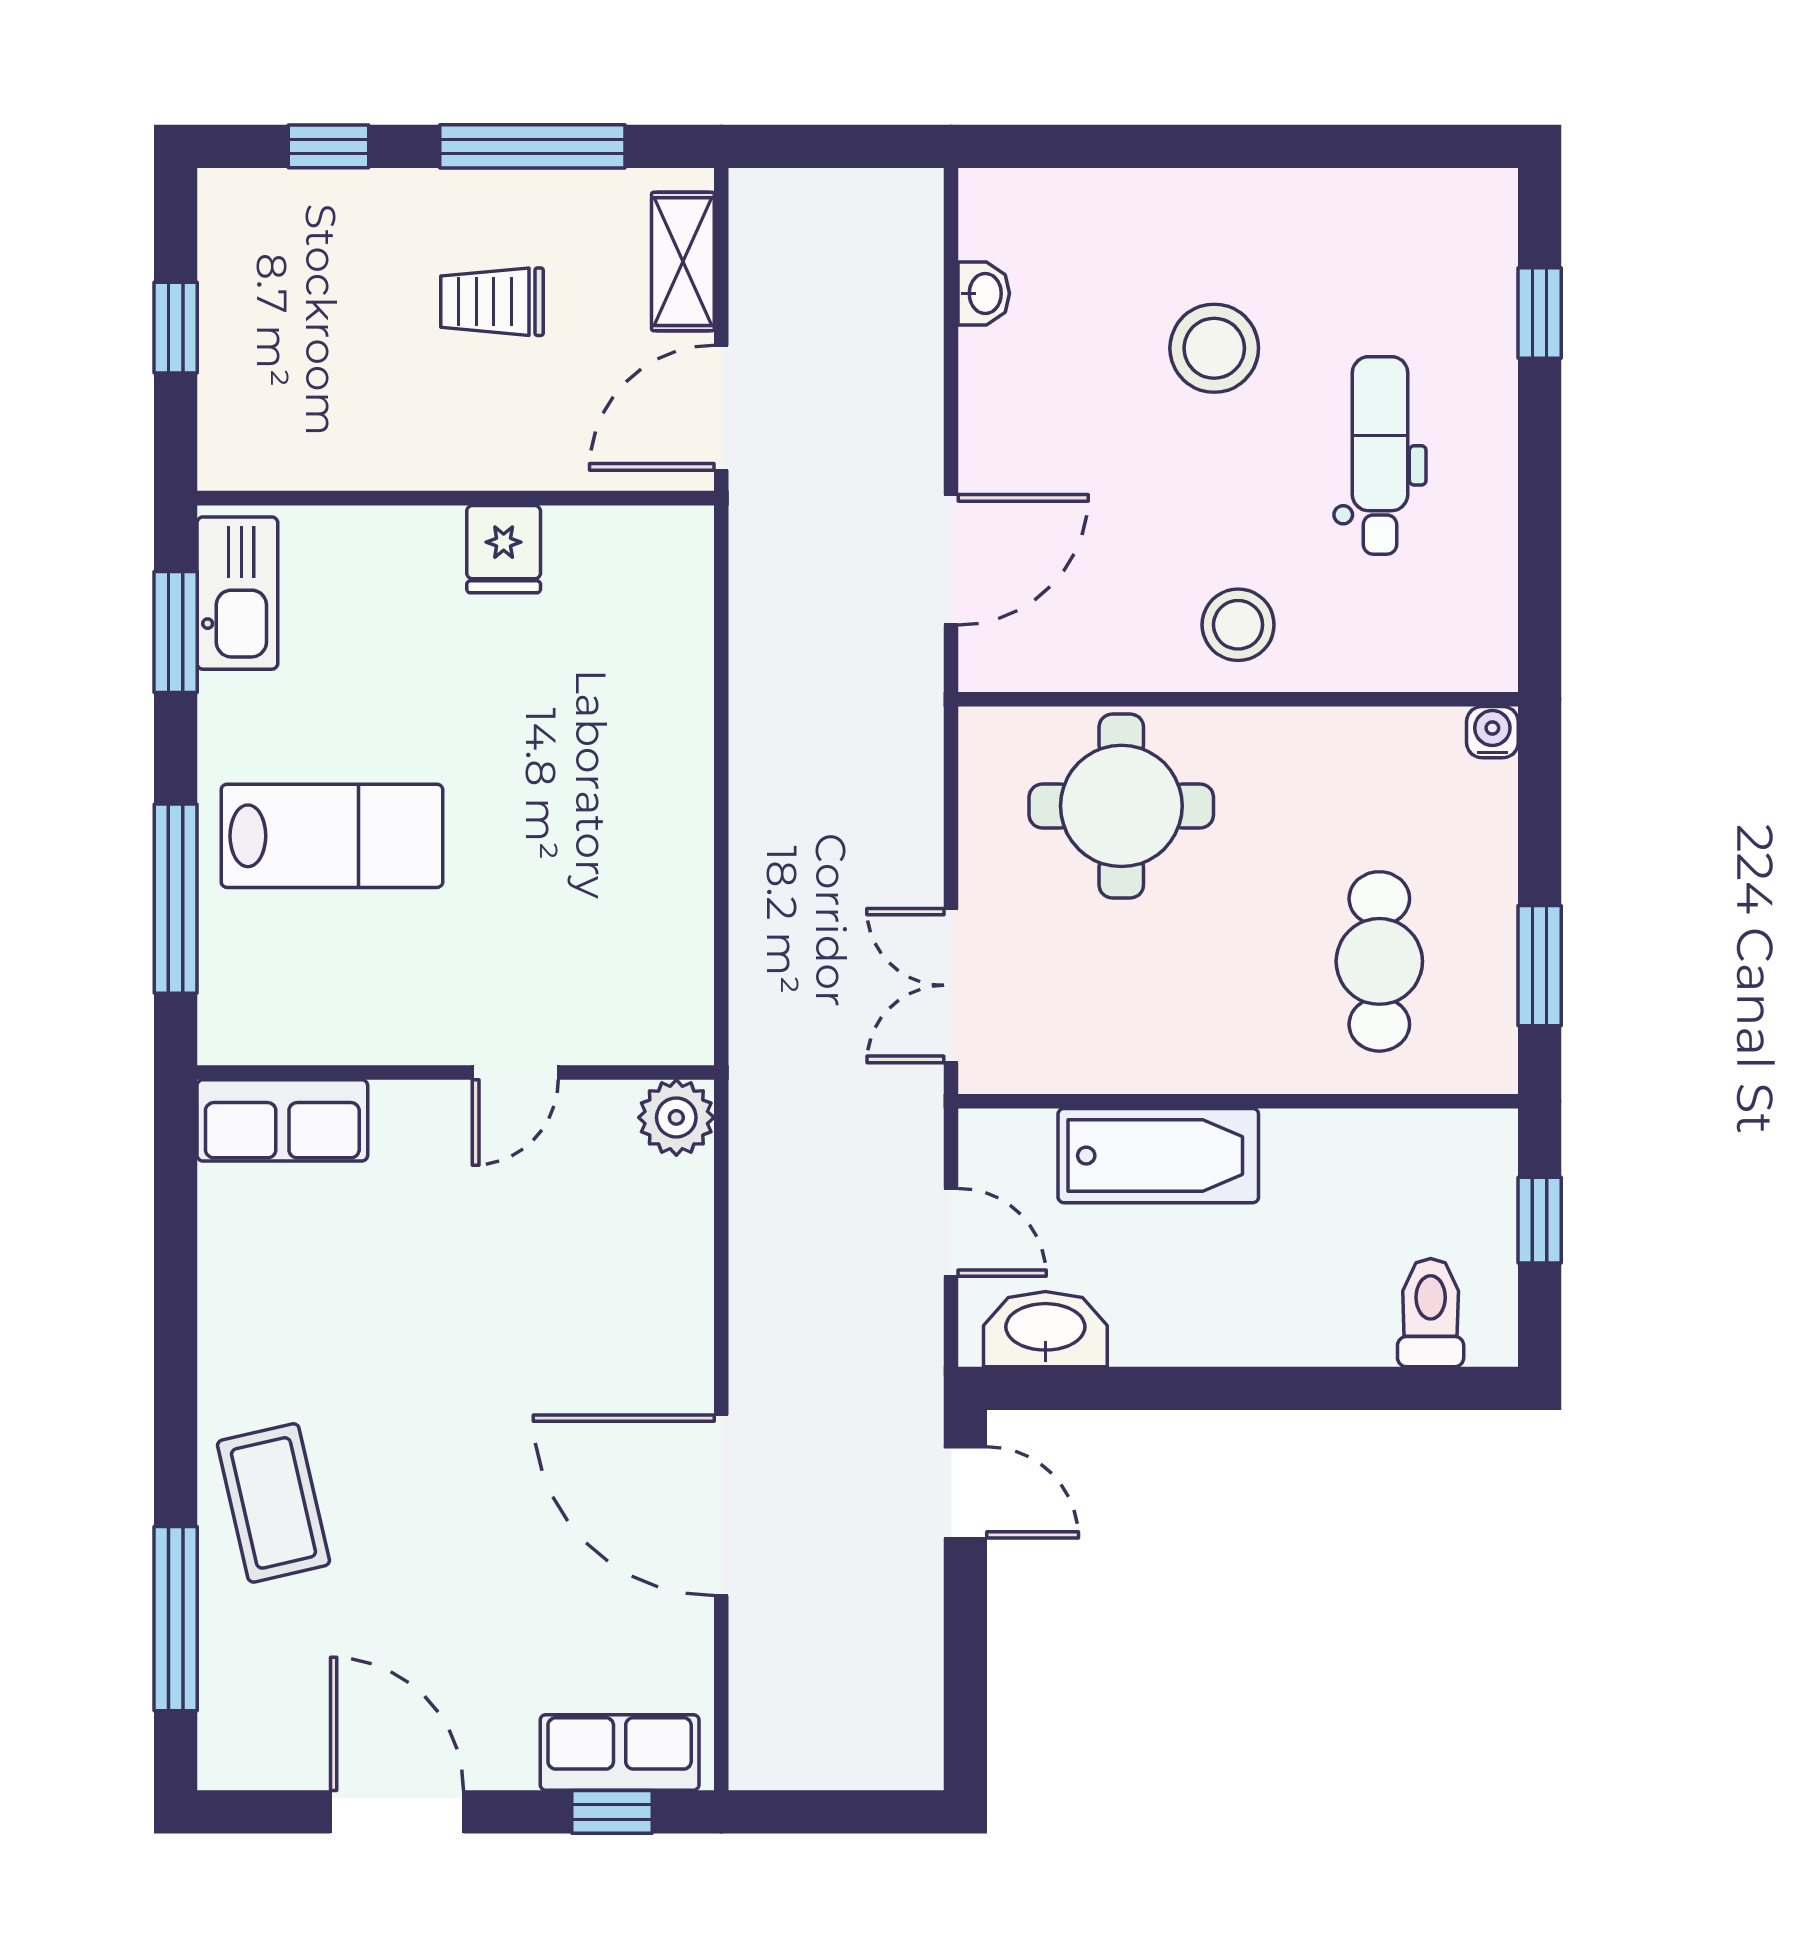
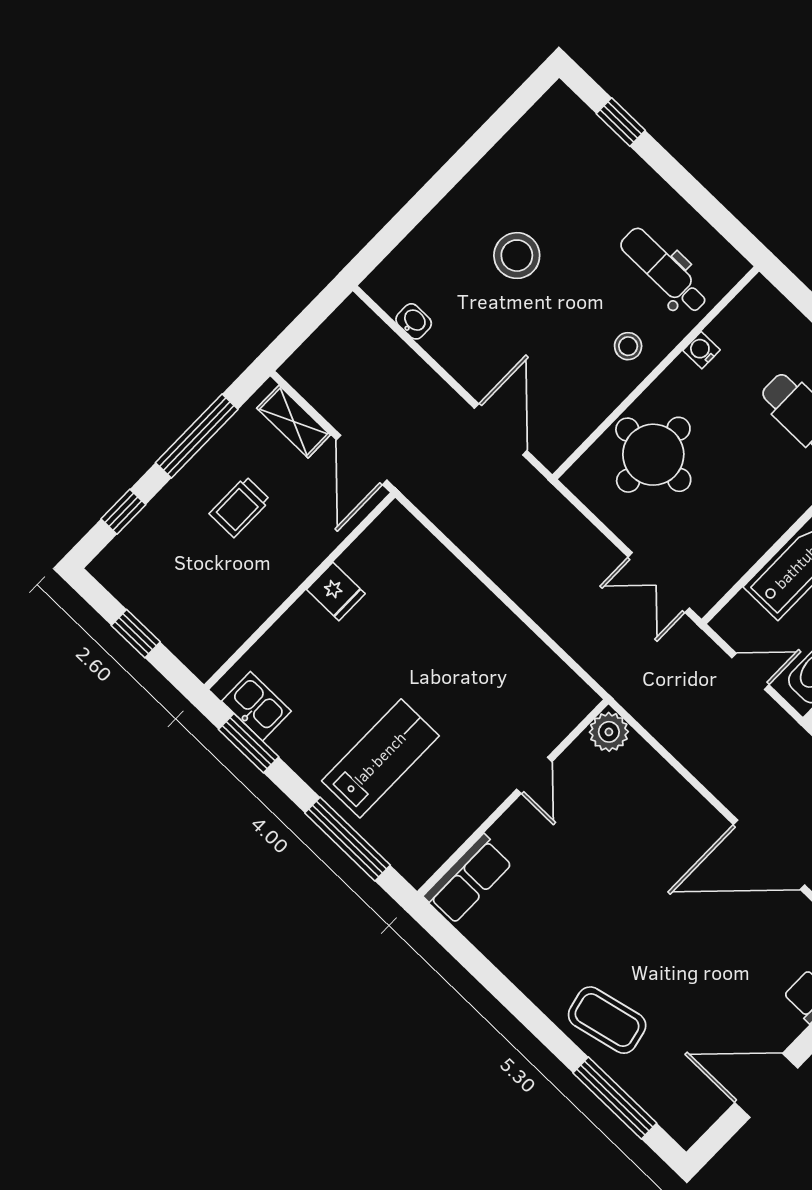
dental chair: (1380, 455) -> (664, 271), moved
kitchen sink: (237, 593) -> (256, 706), width x0.73
stool: (1238, 625) -> (628, 346), width x0.73, depth x0.73
water cooler: (1492, 732) -> (701, 350), moved

